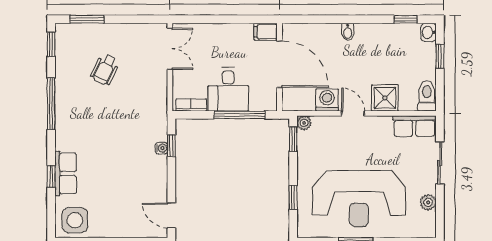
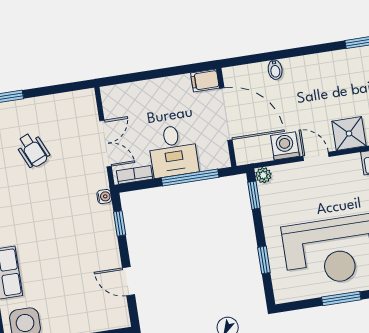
bidet: (348, 32) -> (275, 70), moved
double door: (170, 49) -> (106, 144), moved
wheelchair: (105, 69) -> (33, 150), turned -50
water cooler: (161, 148) -> (104, 197), moved
door: (171, 215) -> (129, 281), moved

